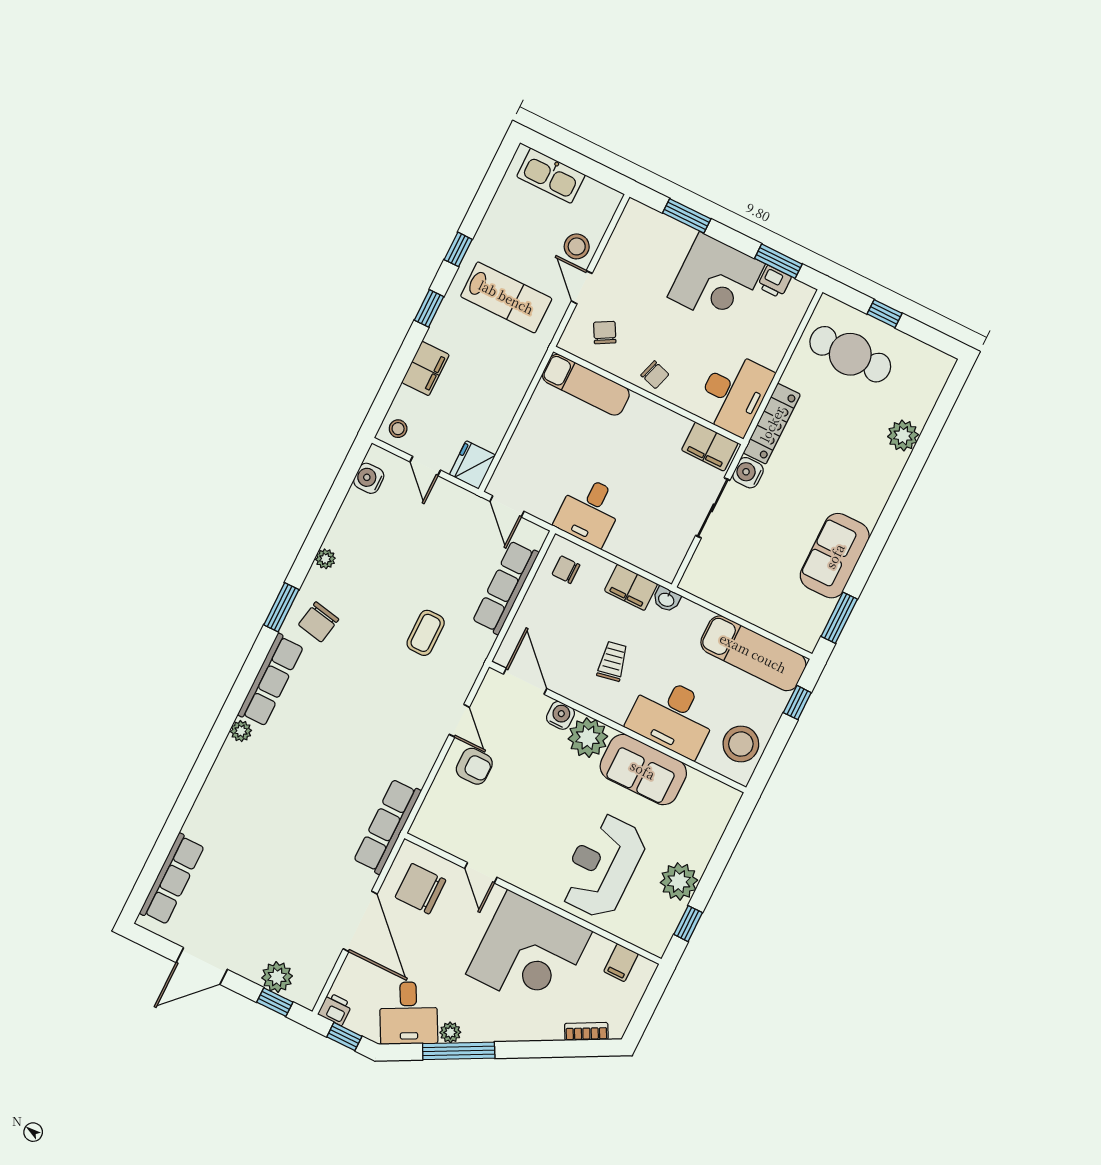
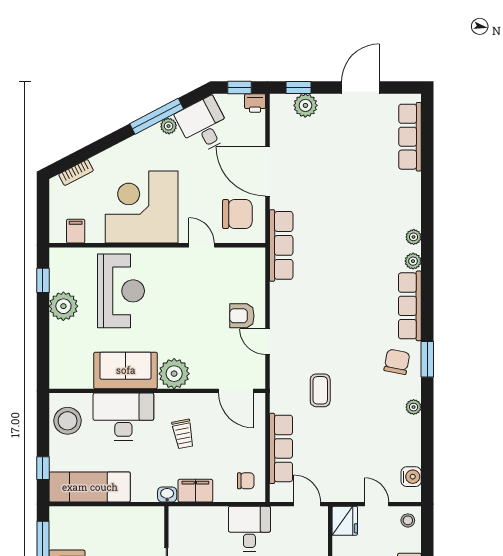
water cooler: (560, 715) -> (200, 380), removed
plant: (226, 759) -> (414, 237), added

